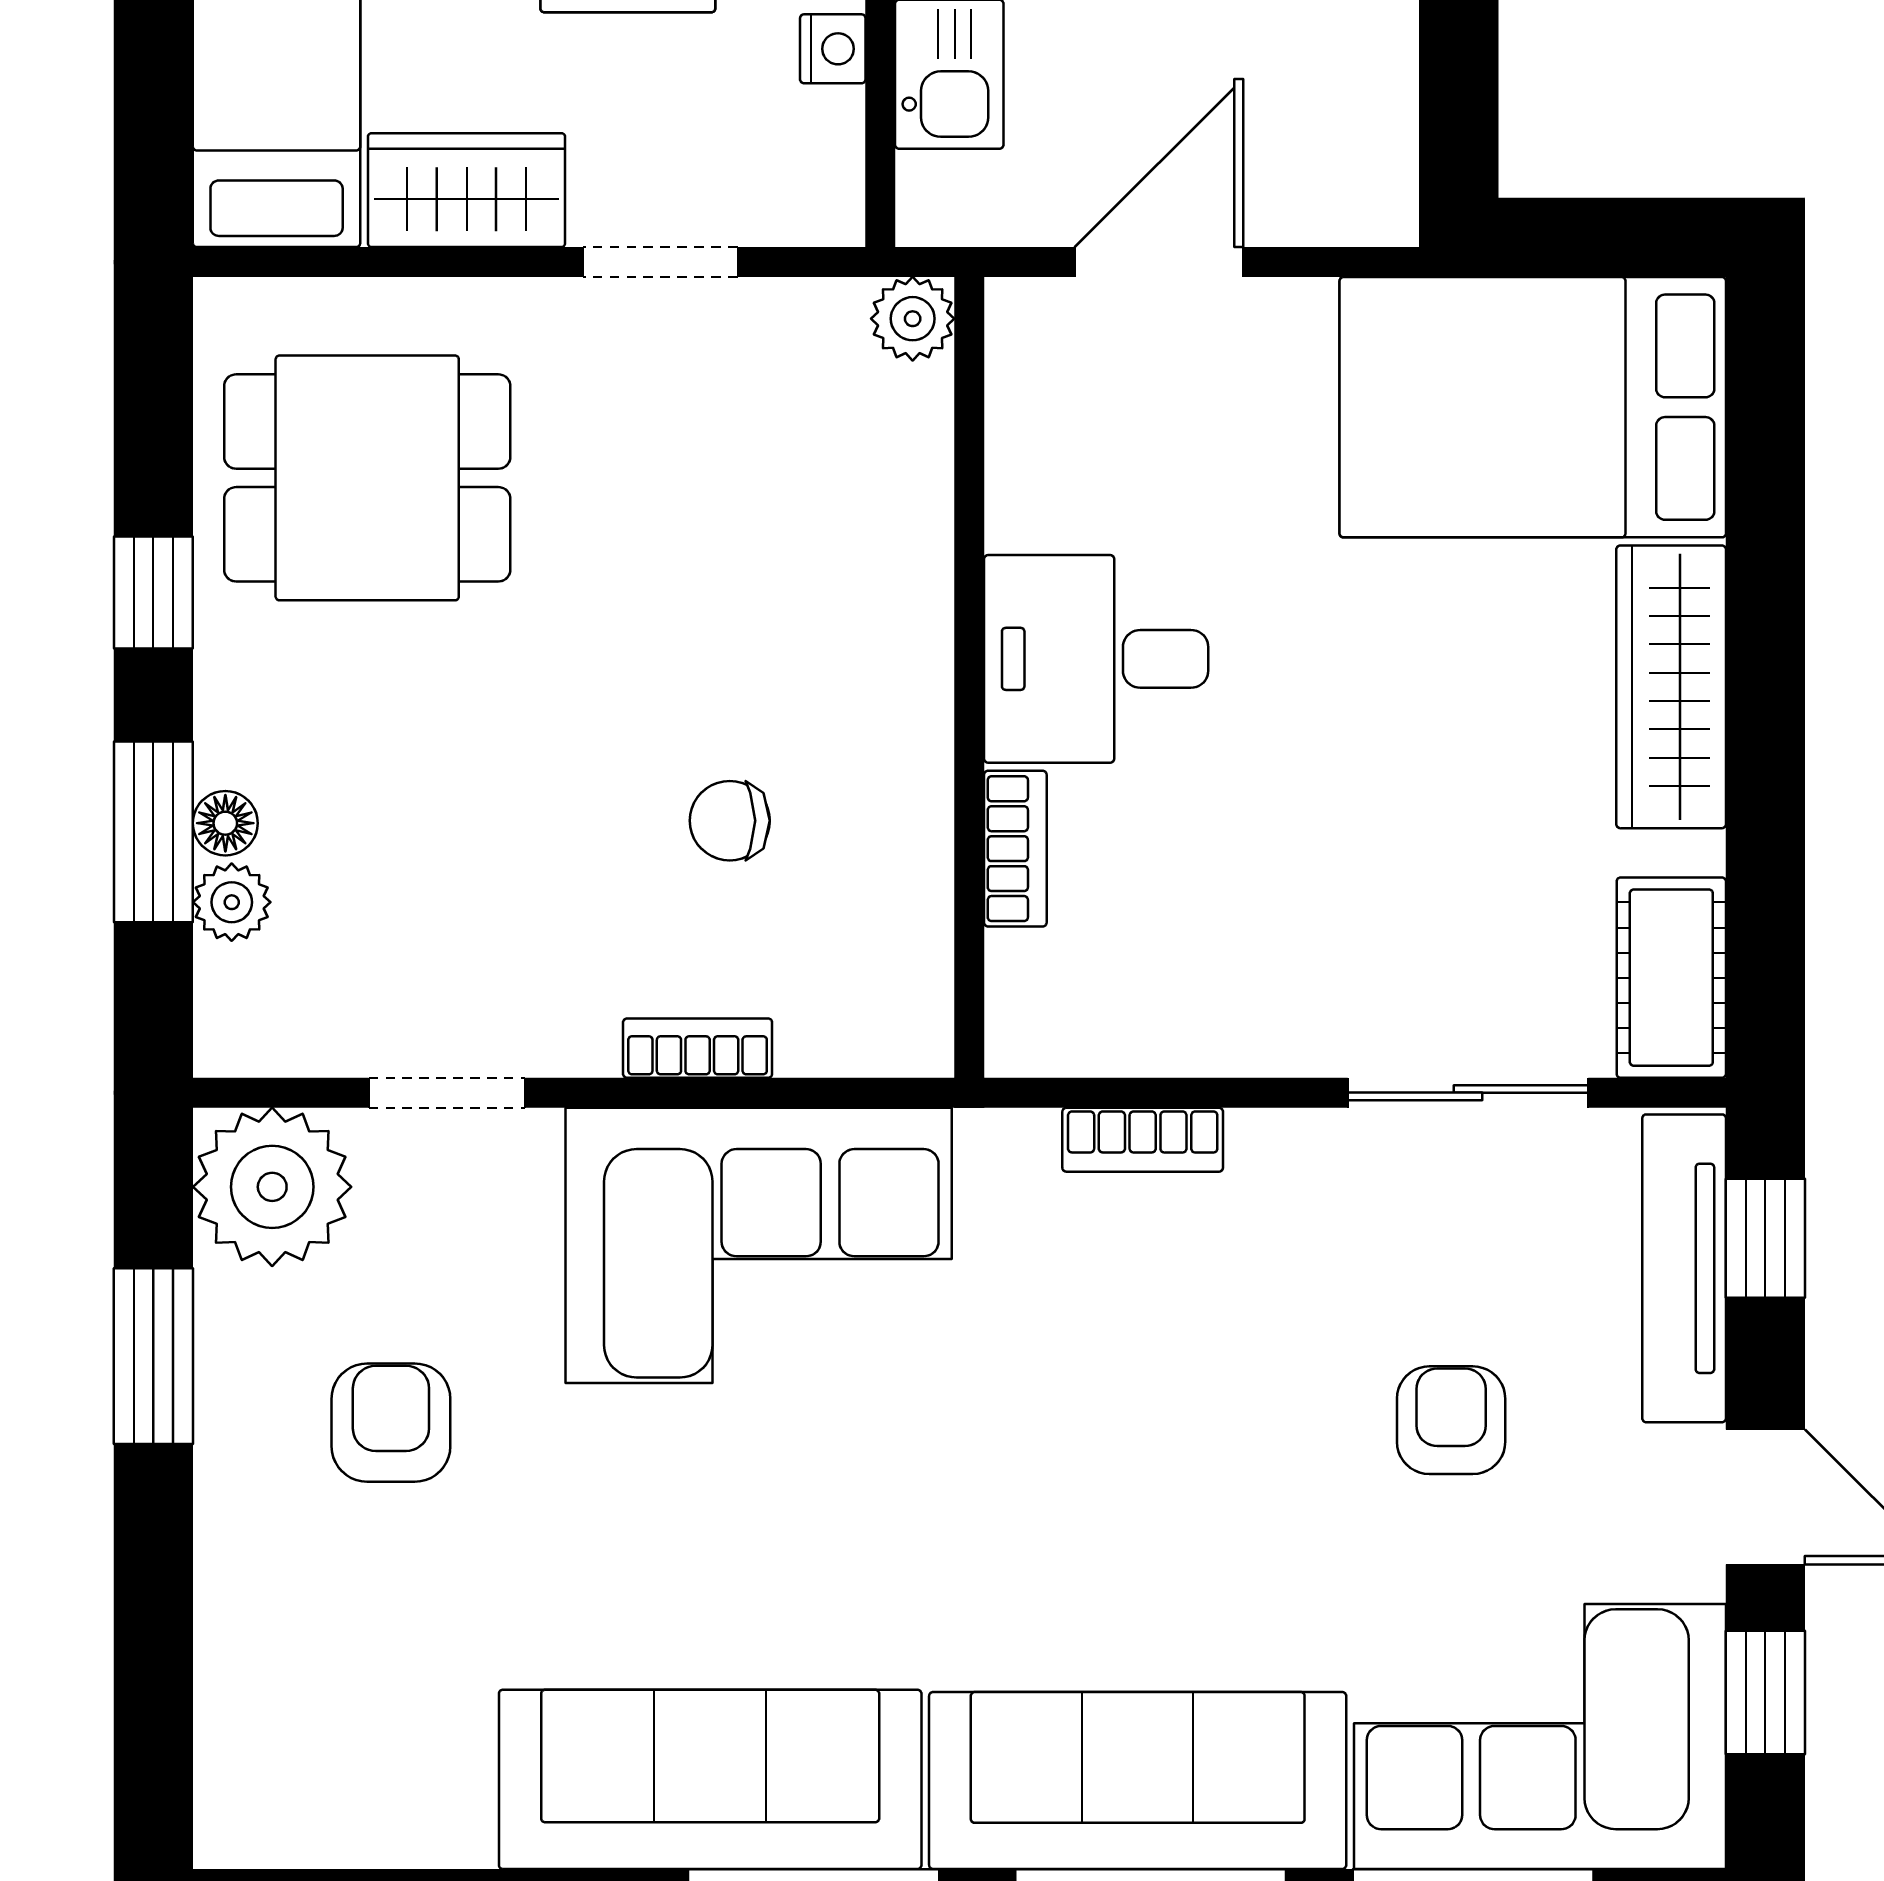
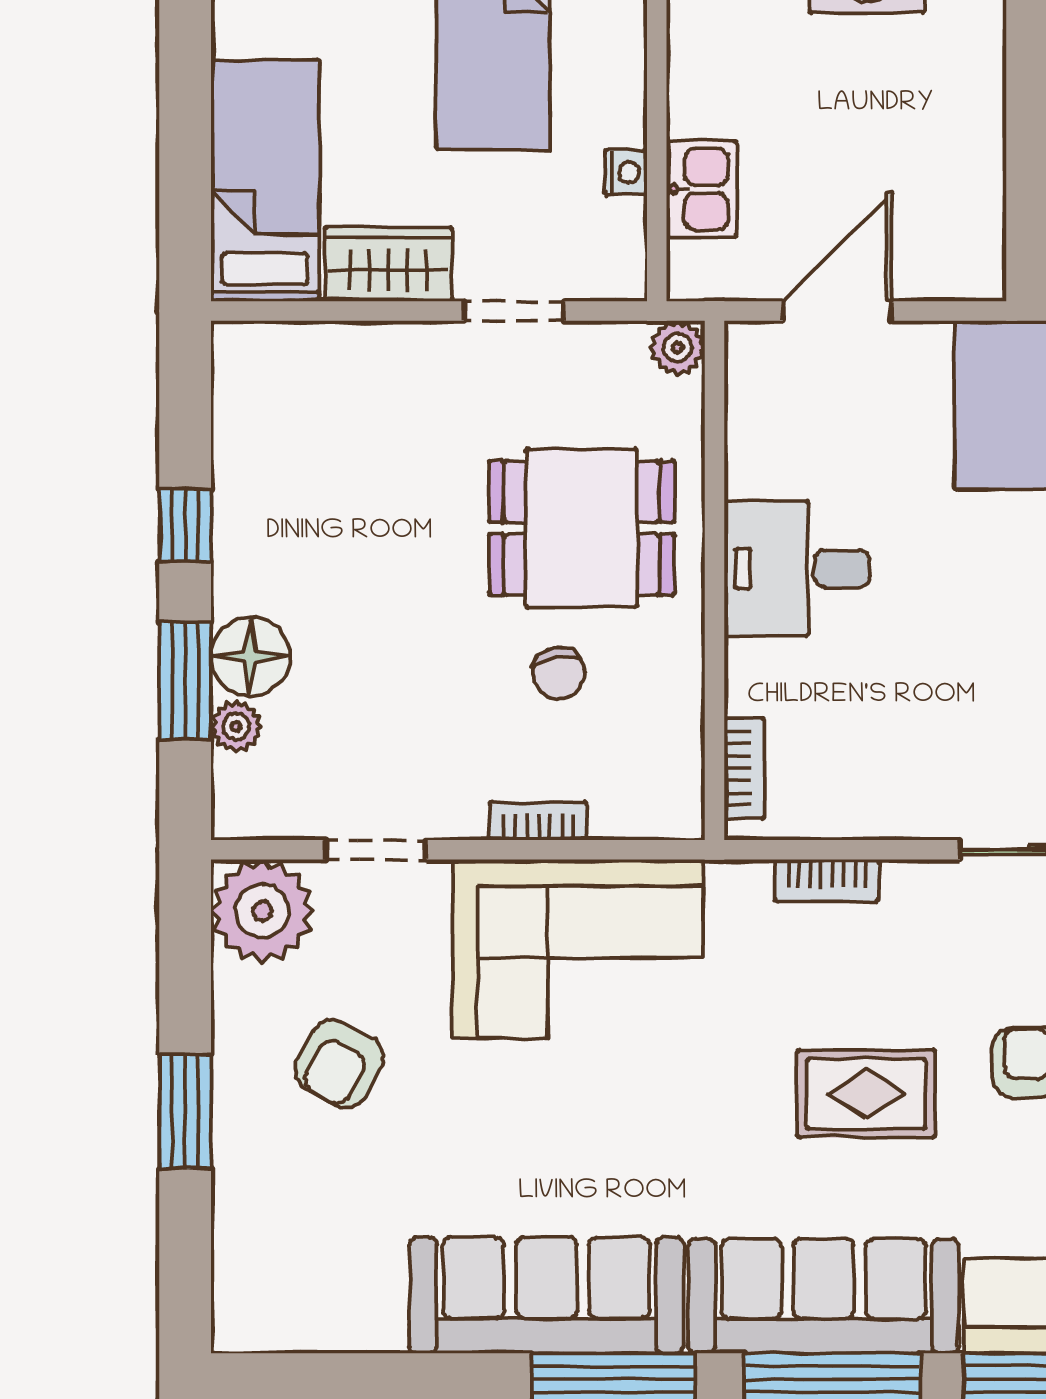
dining table: (367, 478) -> (582, 528), moved
chair: (730, 821) -> (559, 673), turned -100
floor lamp: (225, 823) -> (250, 656), width x1.89, depth x1.89
bookcase: (1015, 849) -> (744, 768), moved
window: (153, 1356) -> (185, 1112), moved
armchair: (391, 1423) -> (339, 1064), turned -151
rug: (1203, 1469) -> (866, 1094), added

